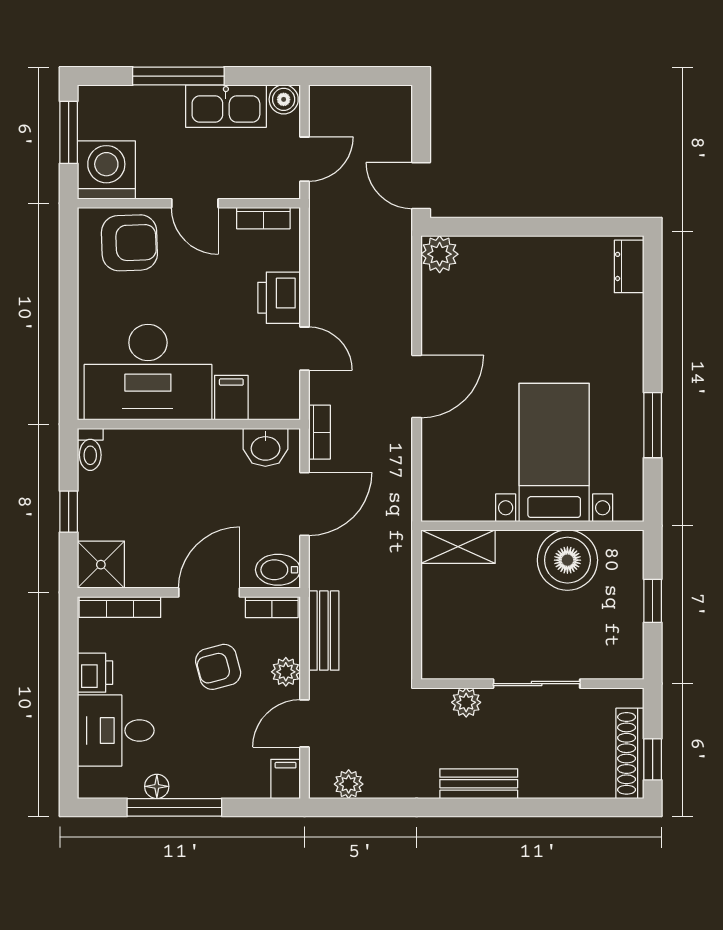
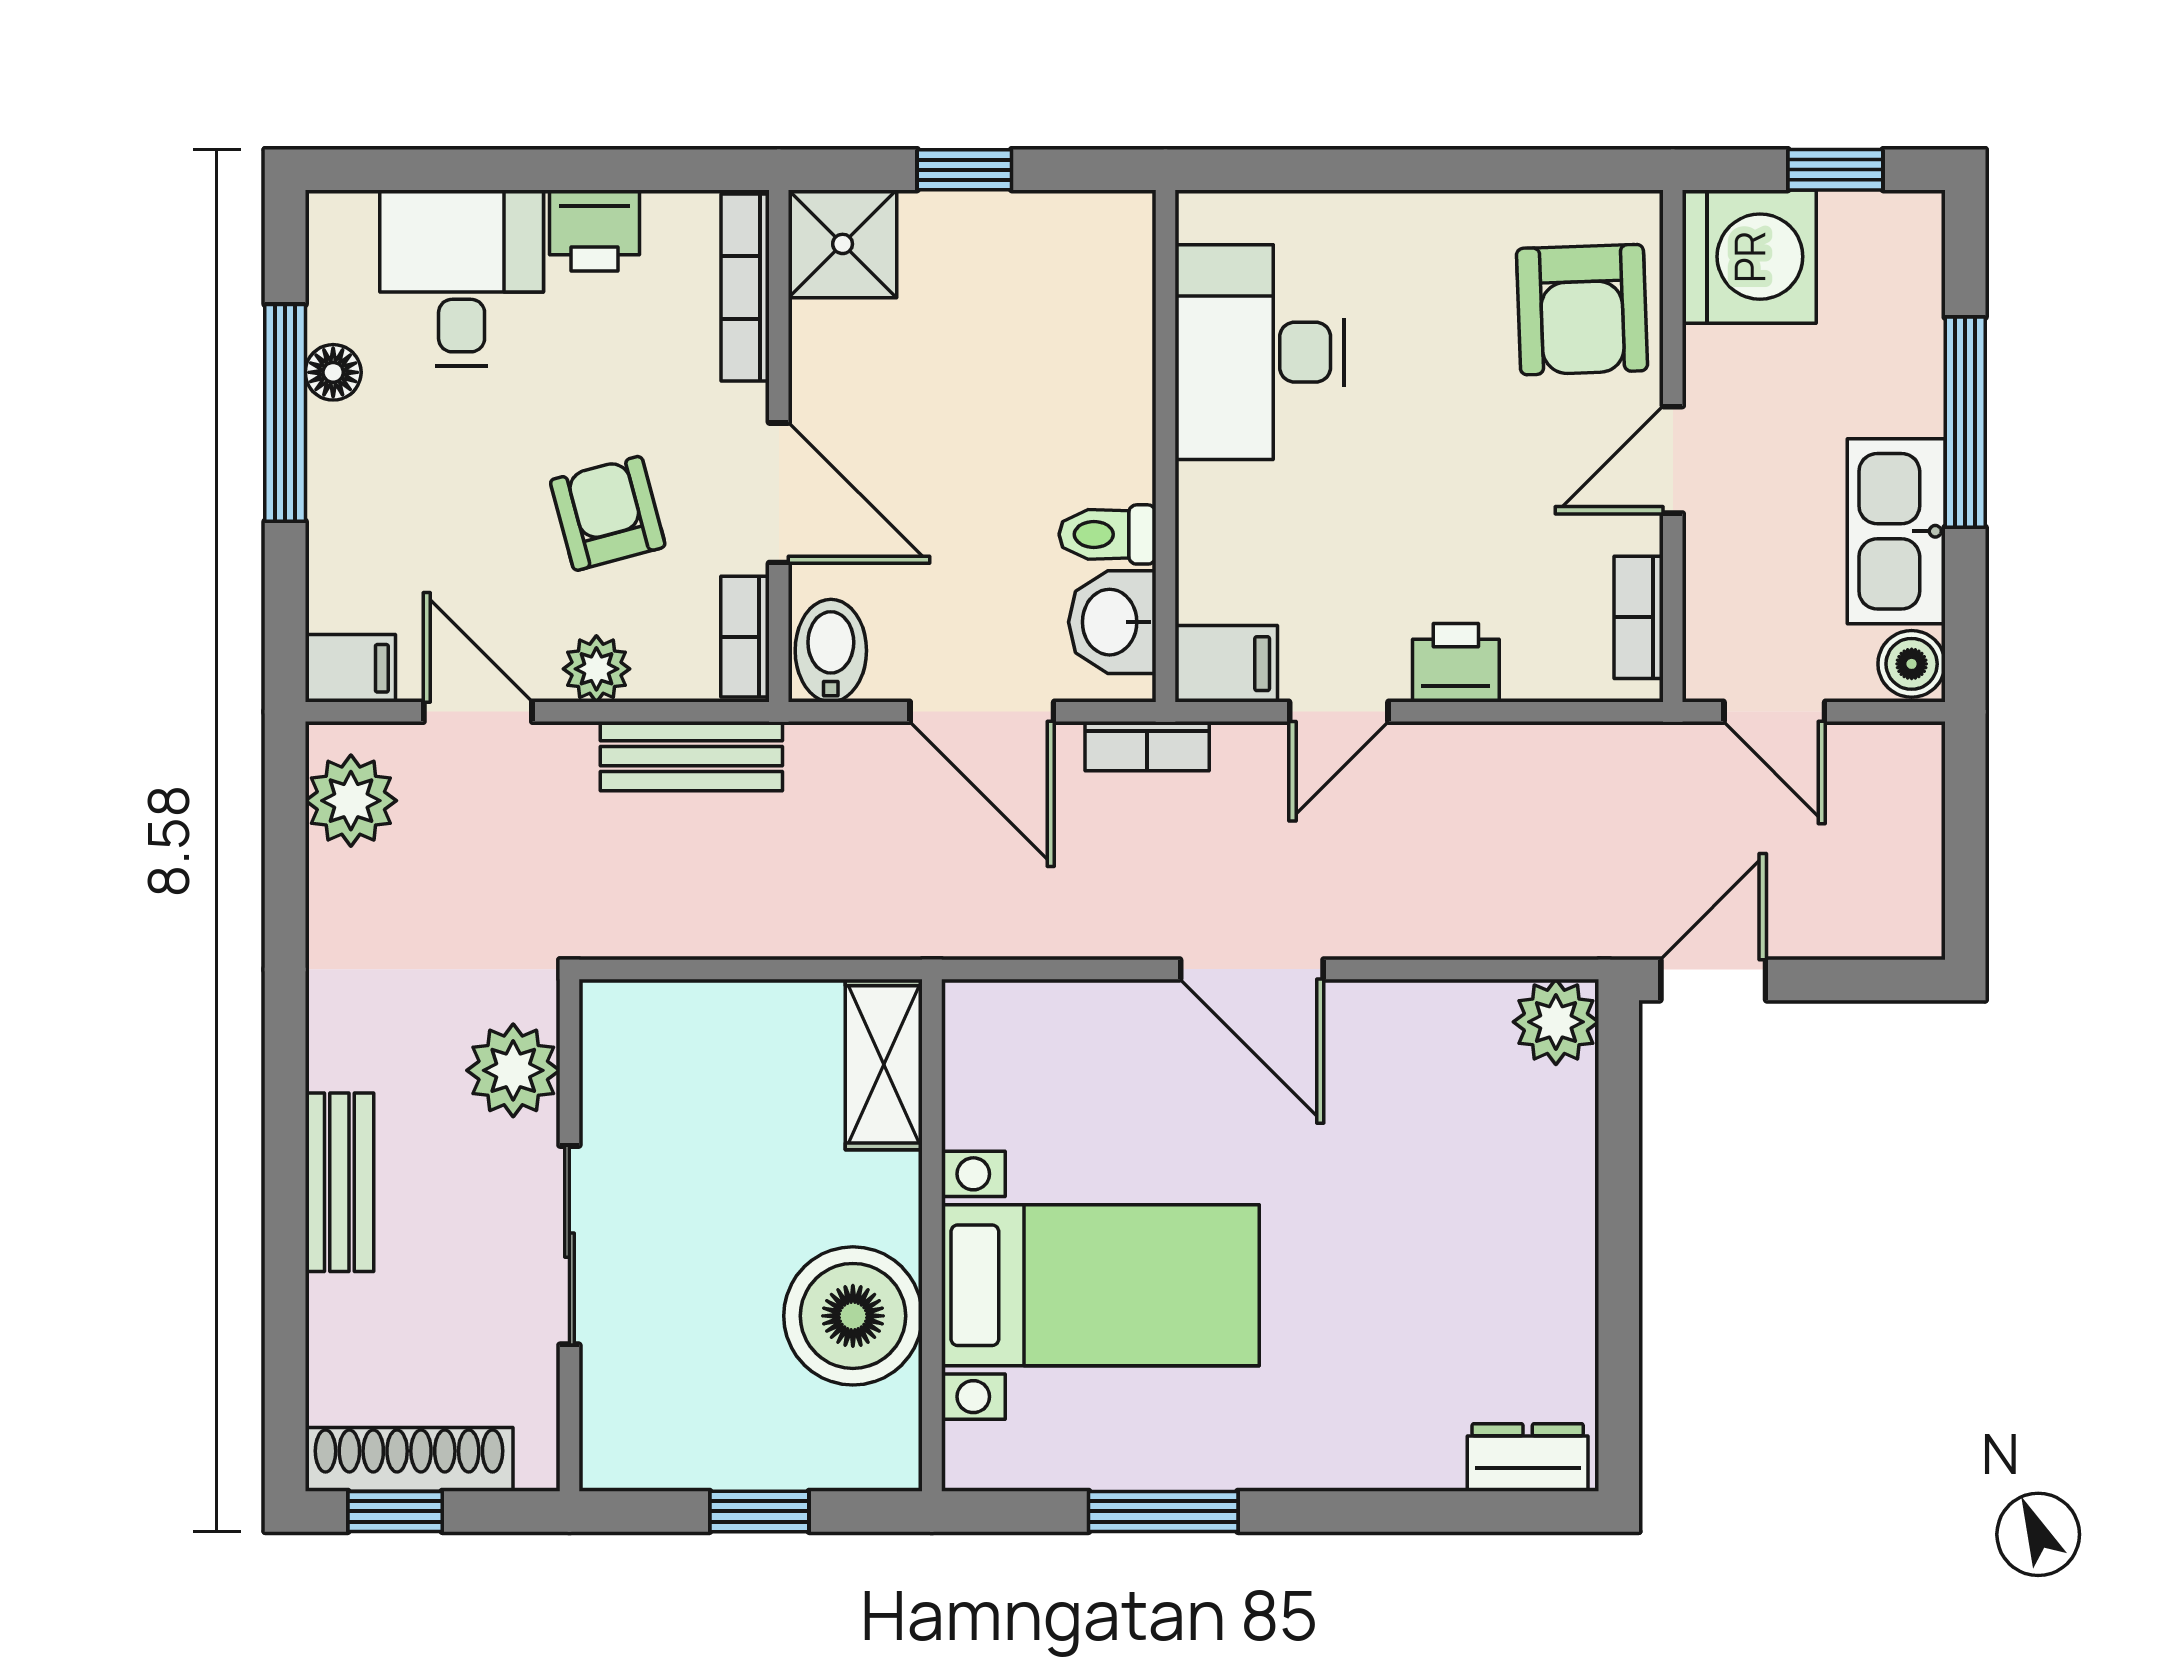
window: (69, 132) -> (1835, 170), width x0.67
printer: (279, 298) -> (1456, 663), width x0.73, depth x0.81
desk: (148, 372) -> (1260, 352), width x0.73, depth x0.77
filing cabinet: (231, 398) -> (1226, 664), moved
toilet: (90, 449) -> (1107, 534), moved
plant: (466, 702) -> (513, 1070), width x1.38, depth x1.38
plant: (349, 784) -> (351, 801), width x1.38, depth x1.38
bench: (479, 784) -> (339, 1182), moved

